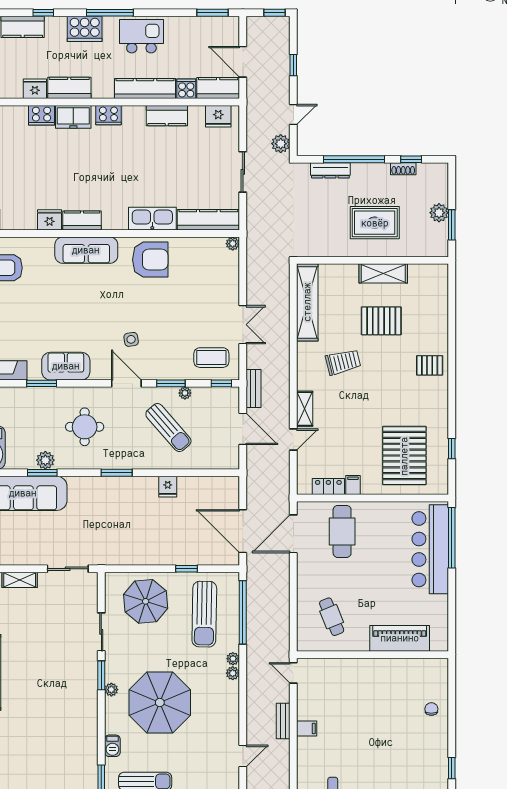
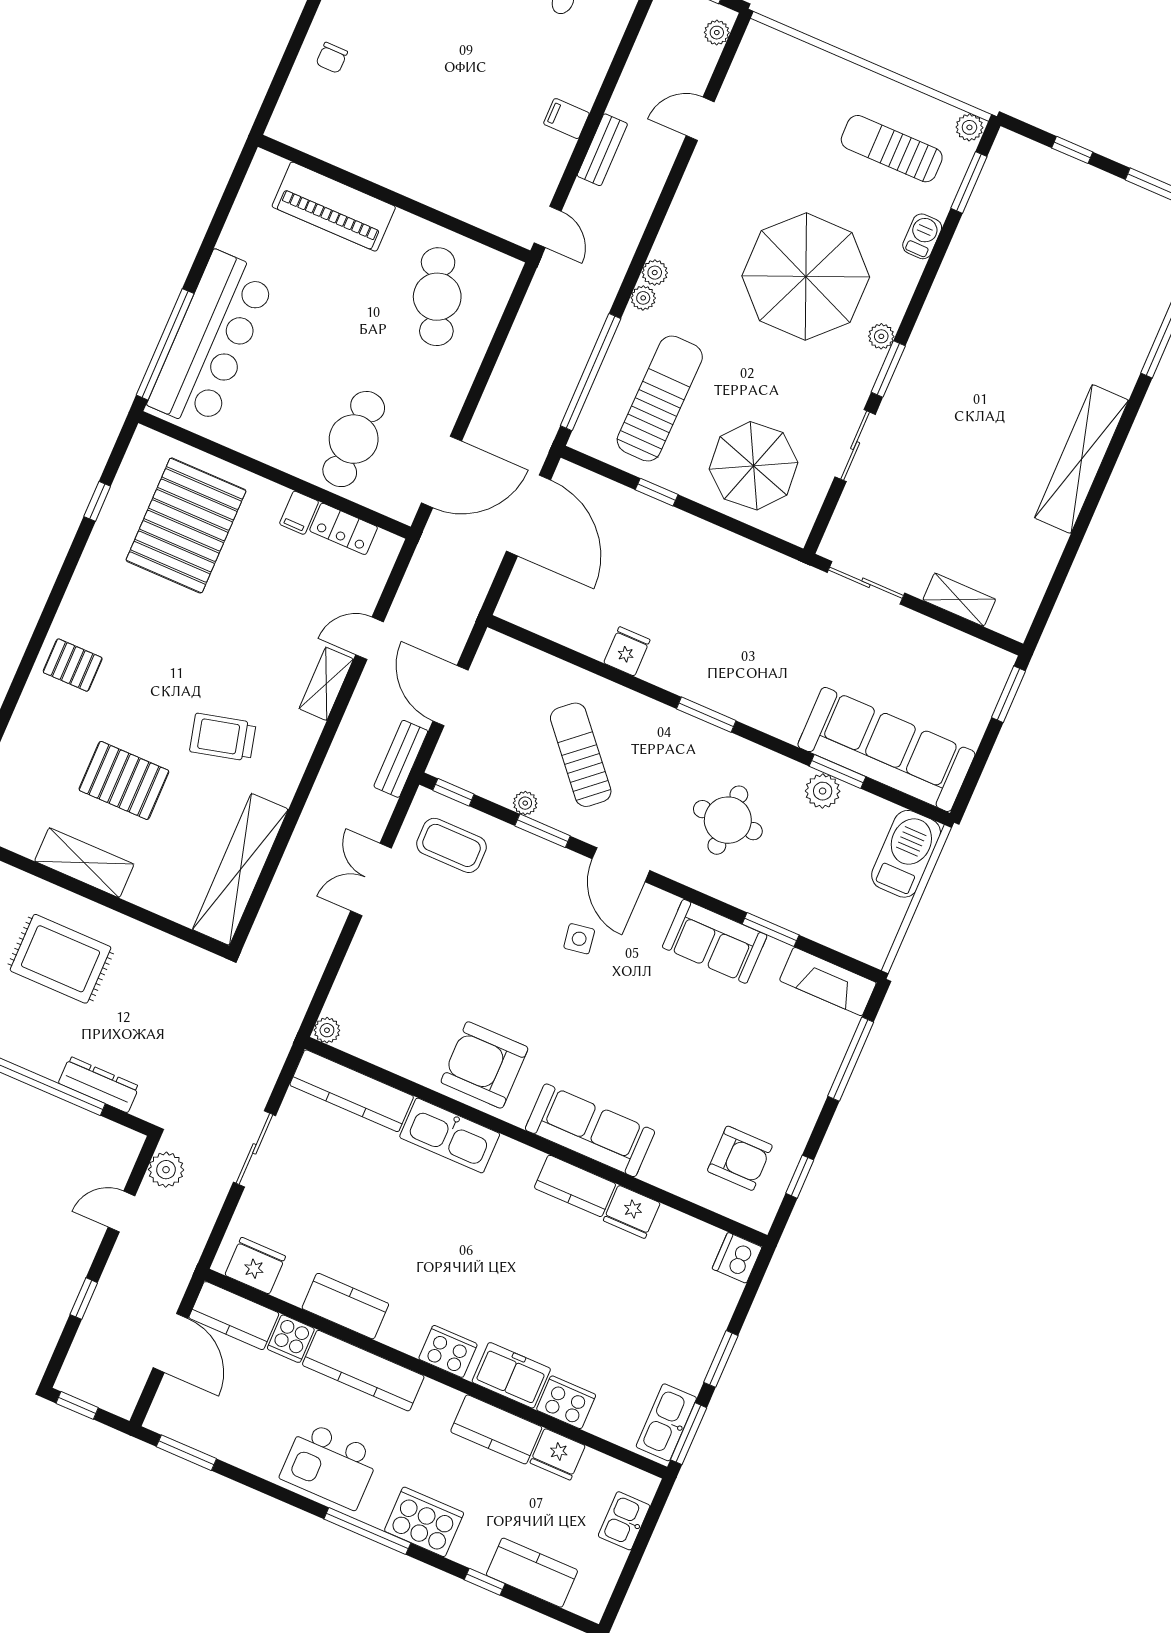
cafe table: (332, 617) -> (437, 297), width x1.37, depth x1.35

